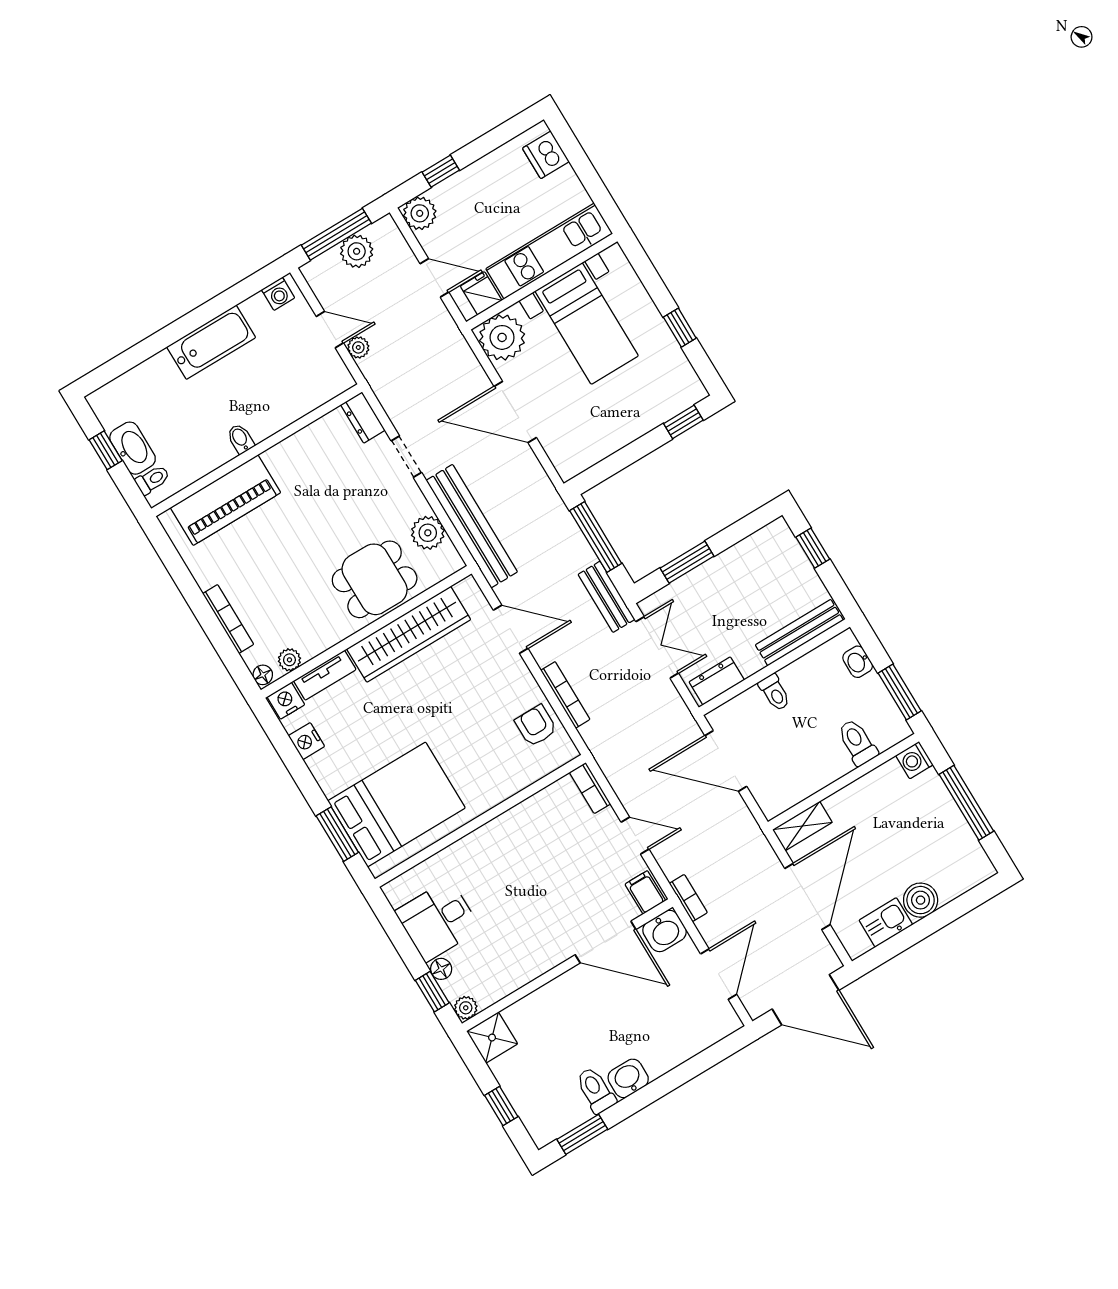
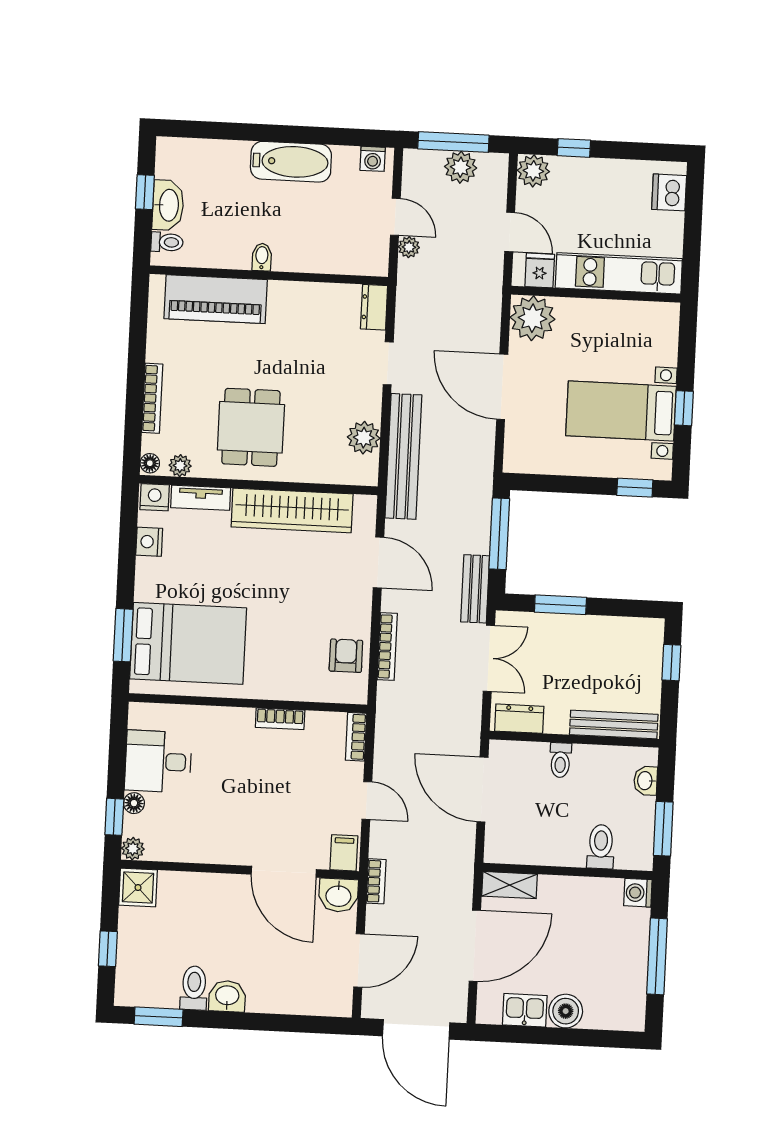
bed with nightstands: (587, 323) -> (621, 411), moved, turned 90
dining table: (375, 579) -> (251, 427), moved, turned 90
bookcase: (516, 816) -> (280, 719), added

